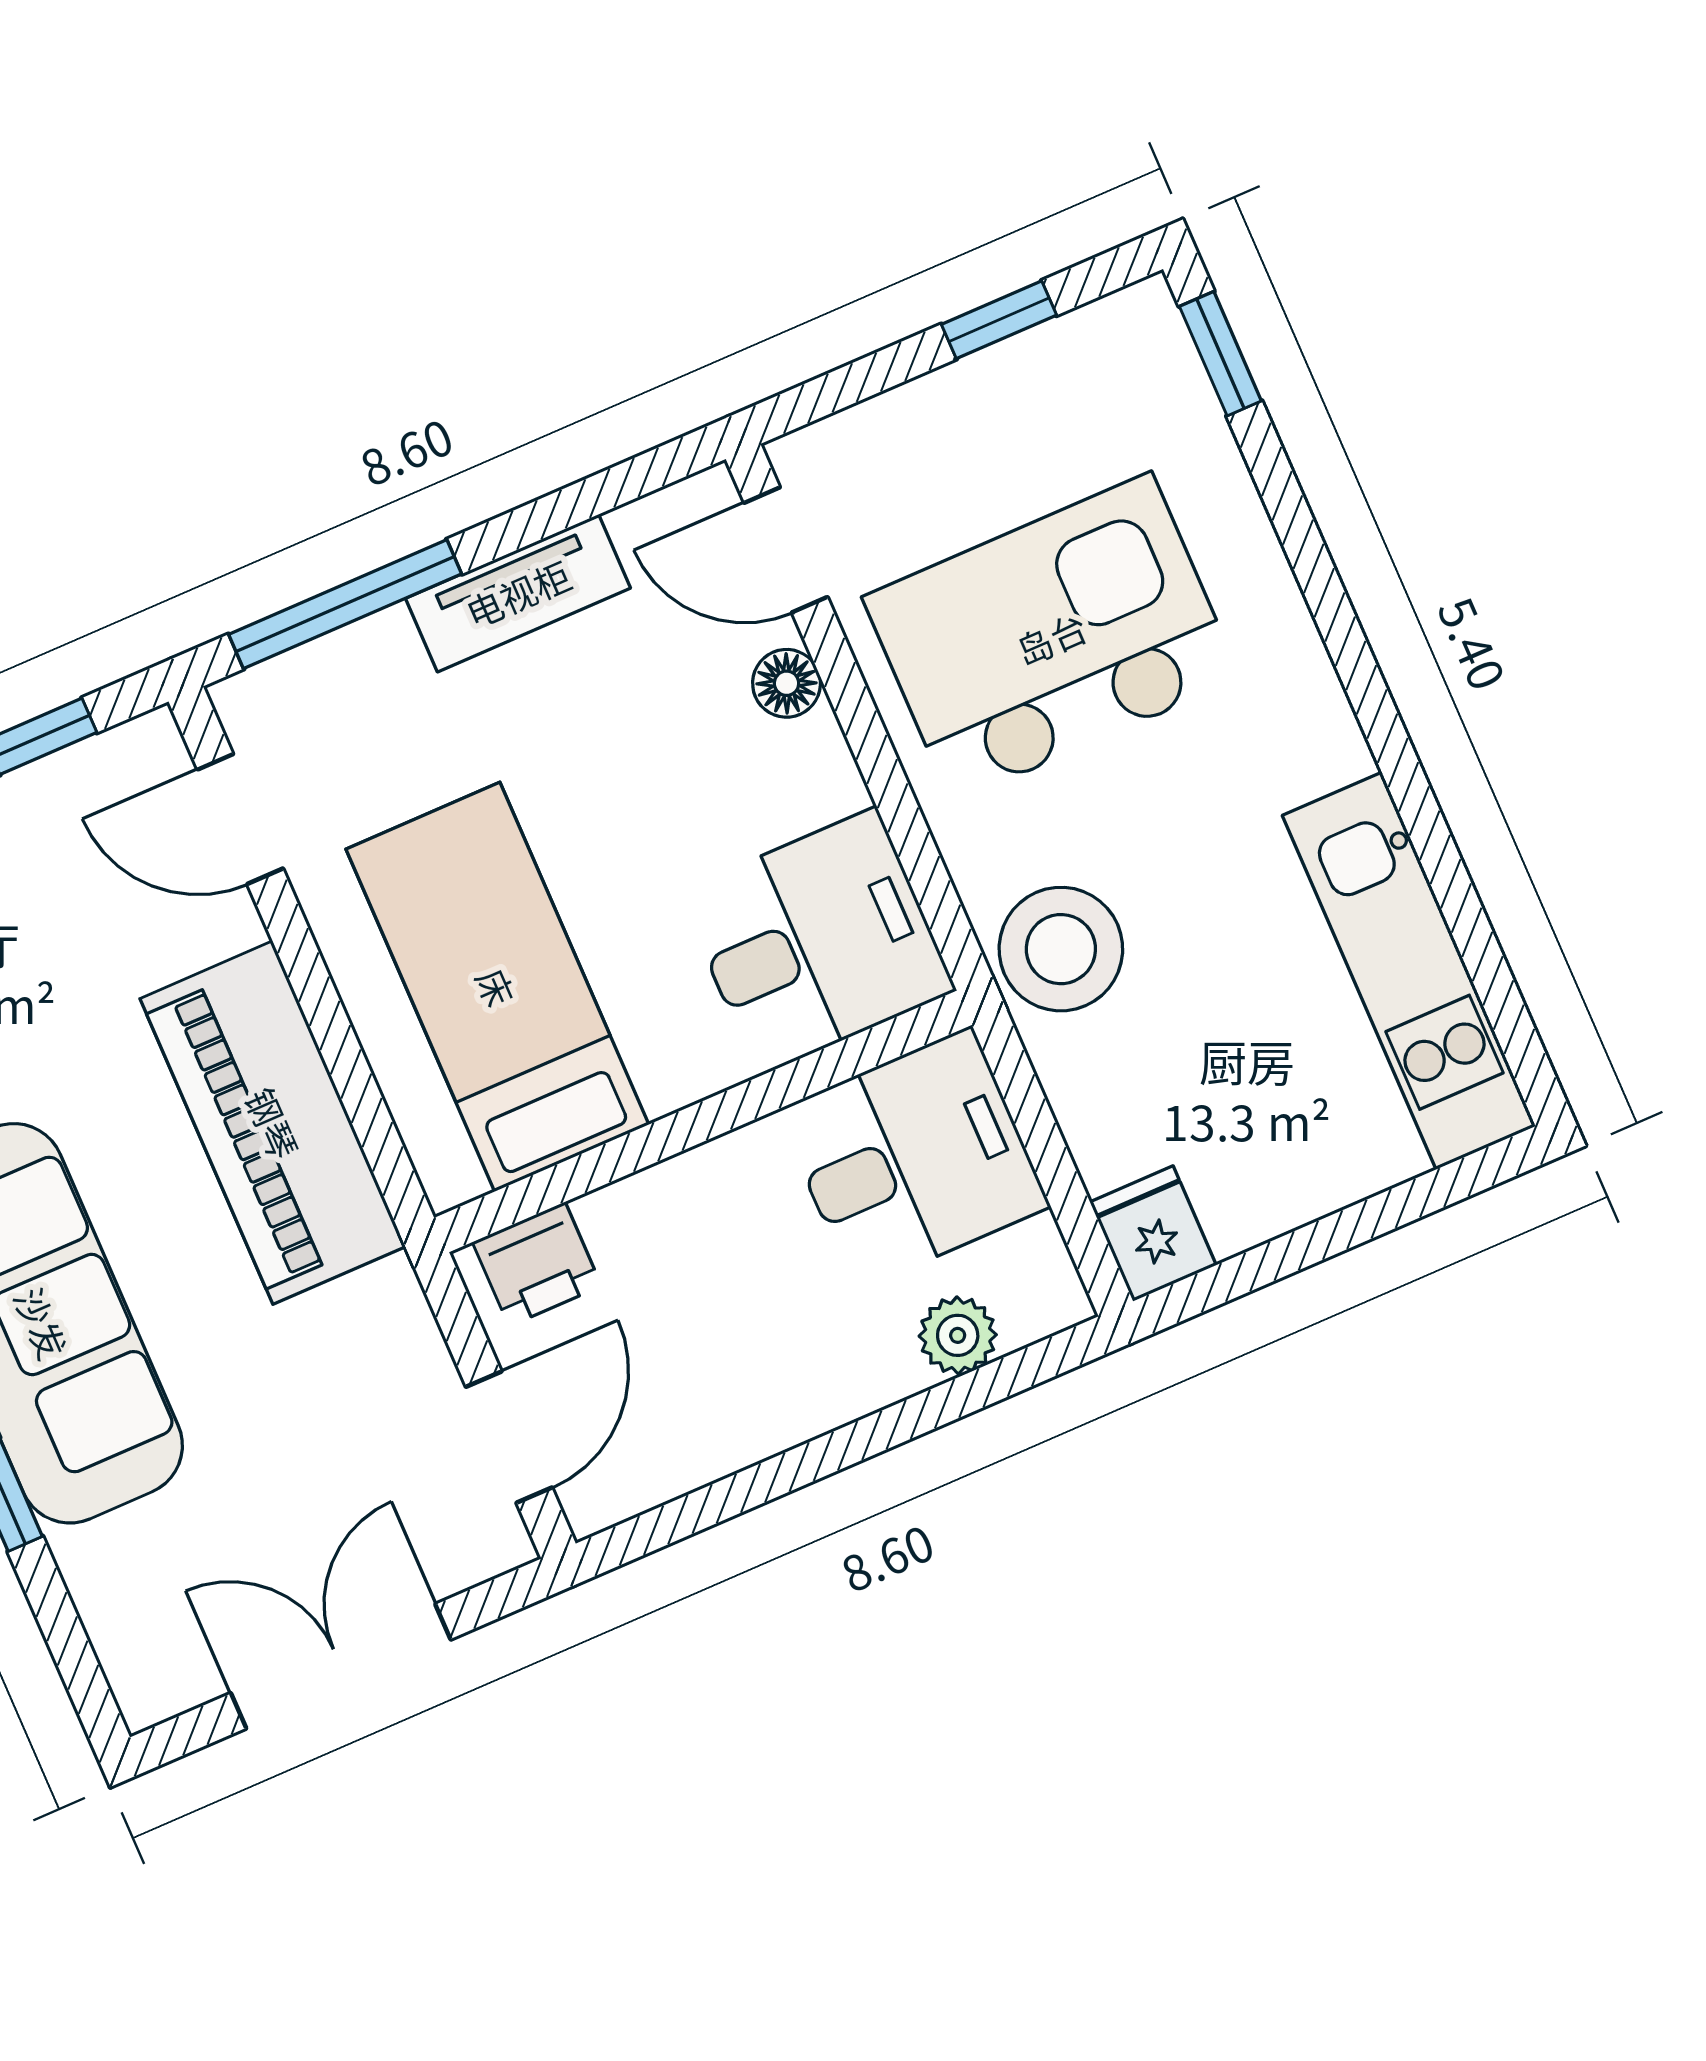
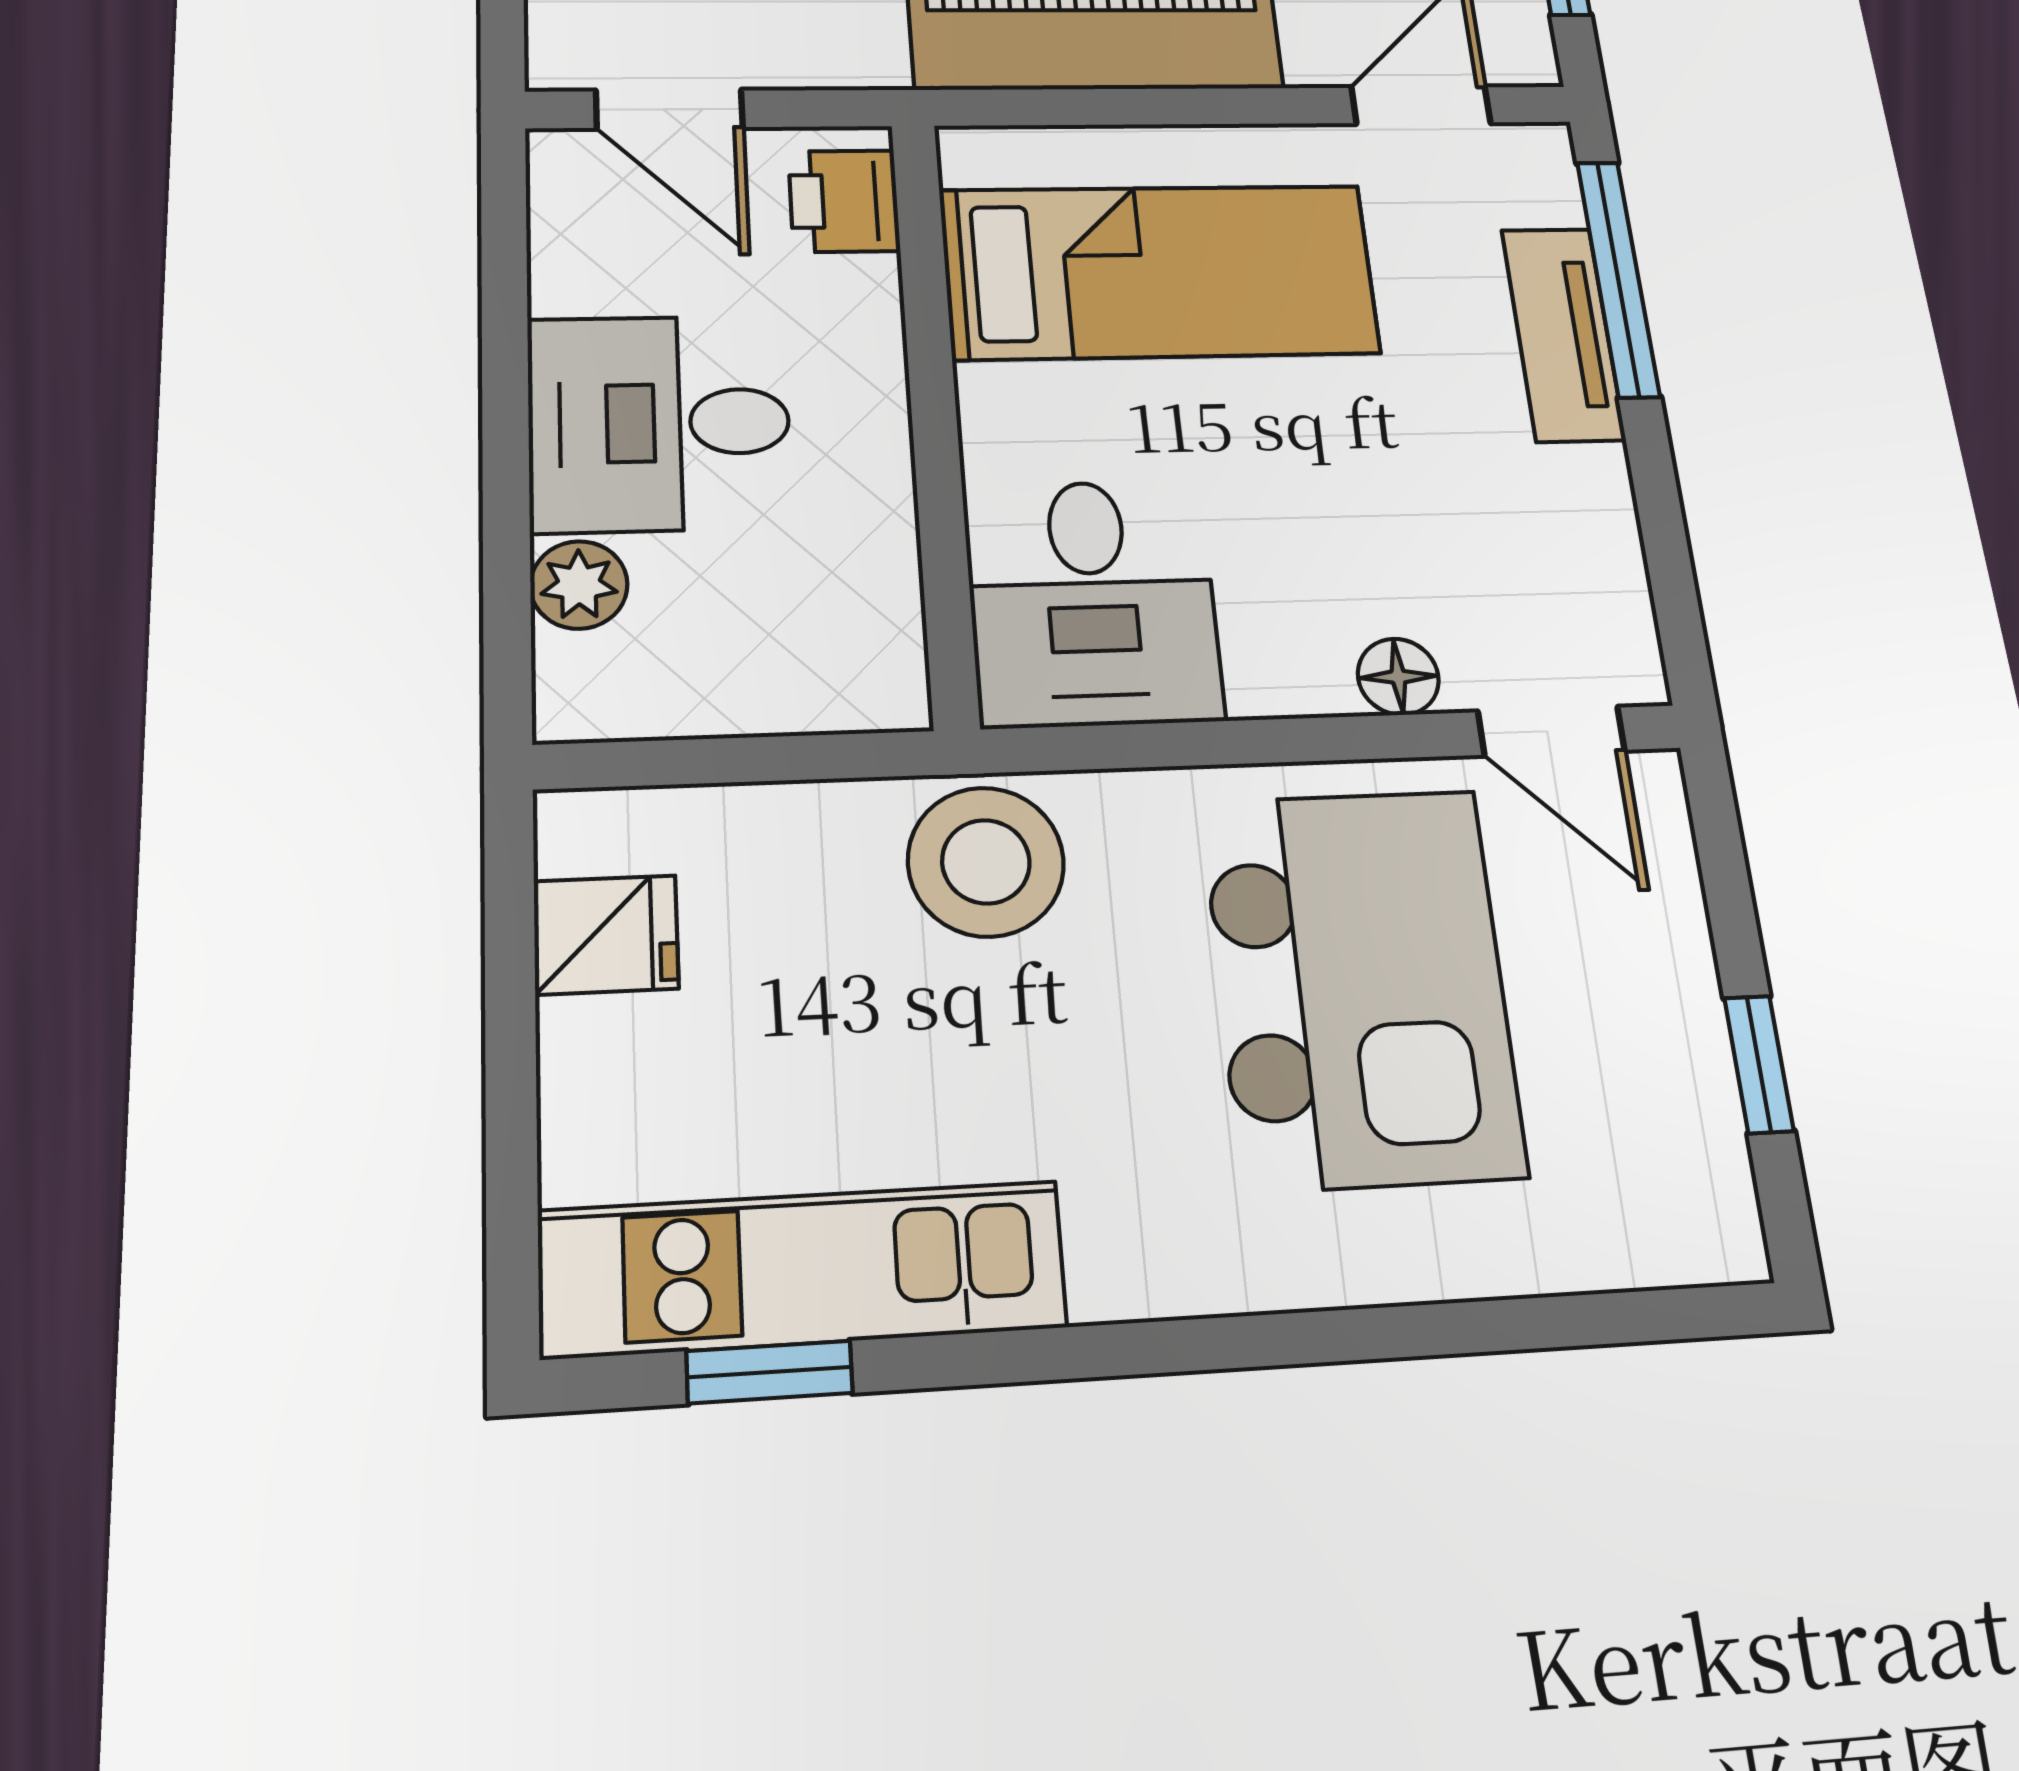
window: (1220, 354) -> (770, 1372), moved
door: (786, 550) -> (1551, 731), swing flipped
tv unit: (518, 593) -> (1563, 334), moved
desk: (913, 1159) -> (659, 423), moved, turned 90
fridge: (1153, 1234) -> (606, 935), moved

